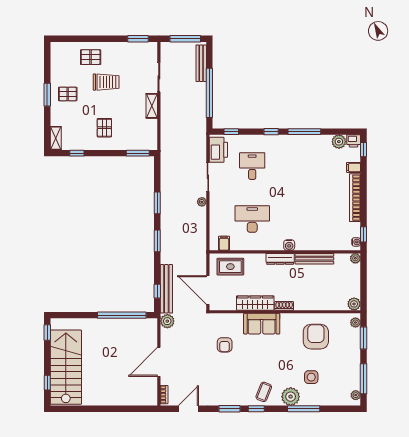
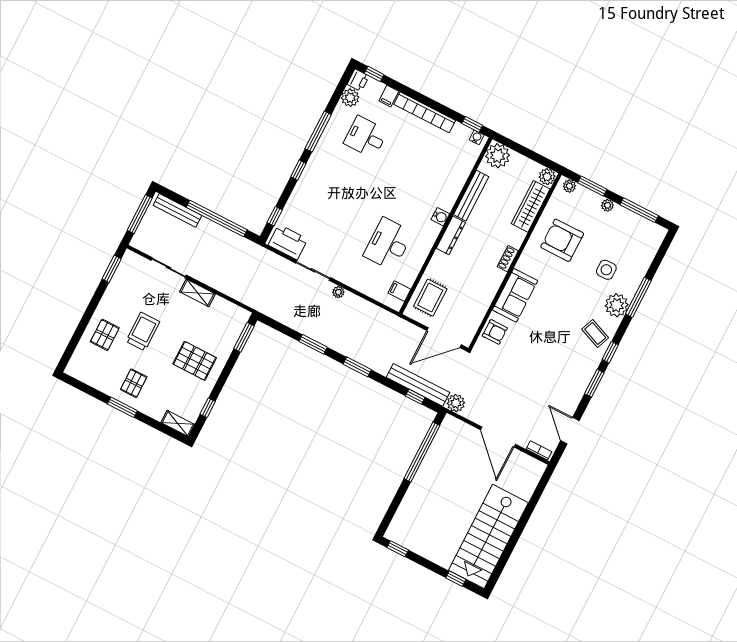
pallet: (104, 128) -> (195, 361), width x1.50, depth x1.42
desk: (252, 166) -> (366, 137), moved
plant: (355, 258) -> (498, 156), width x1.88, depth x1.88
wardrobe: (255, 303) -> (531, 206), moved
armchair: (225, 345) -> (495, 332), moved
stairs: (66, 367) -> (488, 536), moved, turned -90
plant: (356, 395) -> (607, 205), moved

